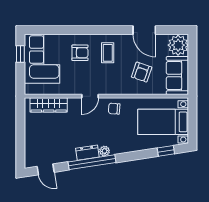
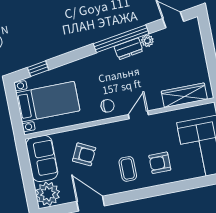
armchair: (142, 72) -> (84, 154), turned 97
plant: (105, 151) -> (147, 41), moved

